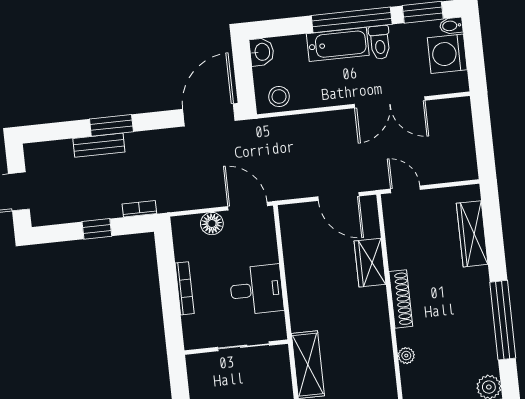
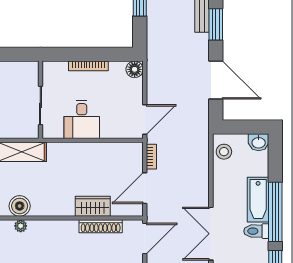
door: (209, 115) -> (216, 80), moved
door: (405, 189) -> (145, 239), width x1.38
bookcase: (139, 209) -> (151, 157), moved
floor lamp: (212, 224) -> (135, 69), moved
shoe rack: (401, 299) -> (101, 226), moved
boiler: (380, 360) -> (20, 206), added

